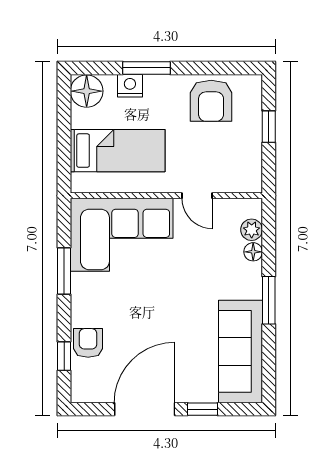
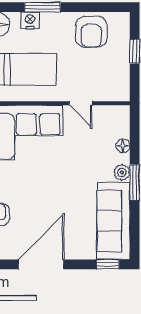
plant: (252, 230) -> (122, 172), moved
window: (203, 409) -> (108, 264), moved

